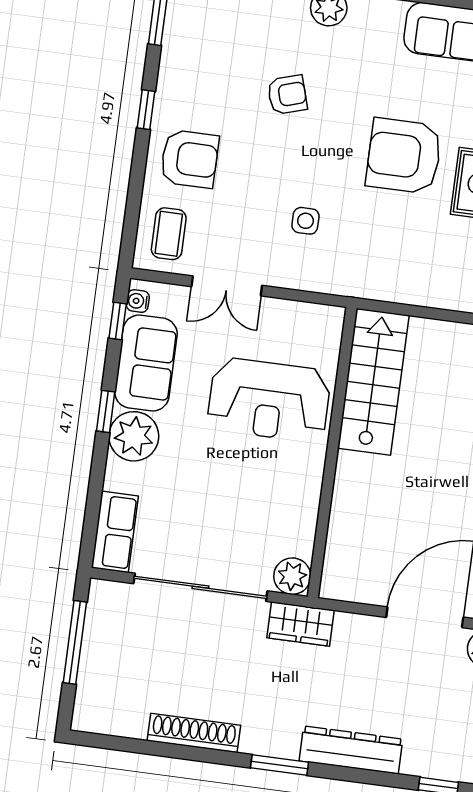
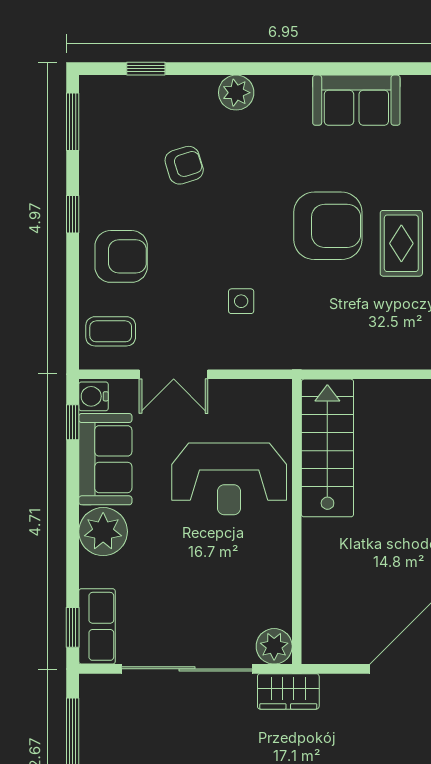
armchair: (287, 95) -> (184, 165), moved
armchair: (404, 156) -> (328, 226), turned 180
coffee table: (169, 234) -> (111, 331), turned 90
water cooler: (138, 301) -> (94, 396), width x1.38, depth x1.38
window: (106, 411) -> (73, 627), moved

